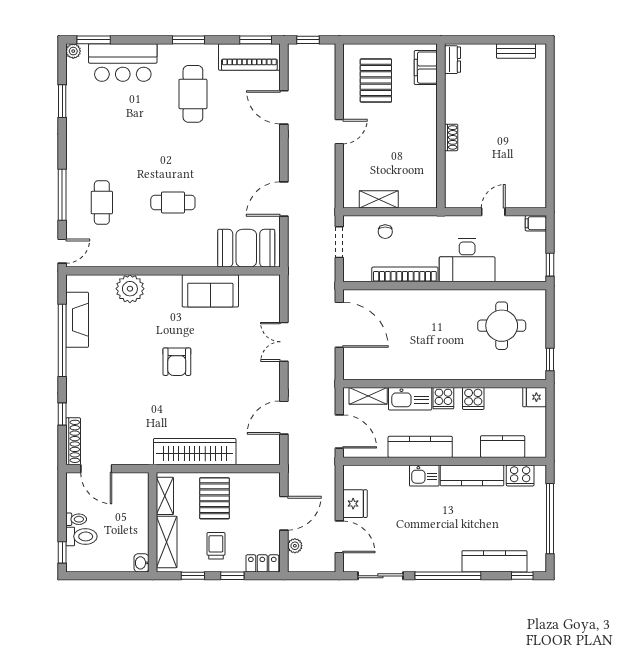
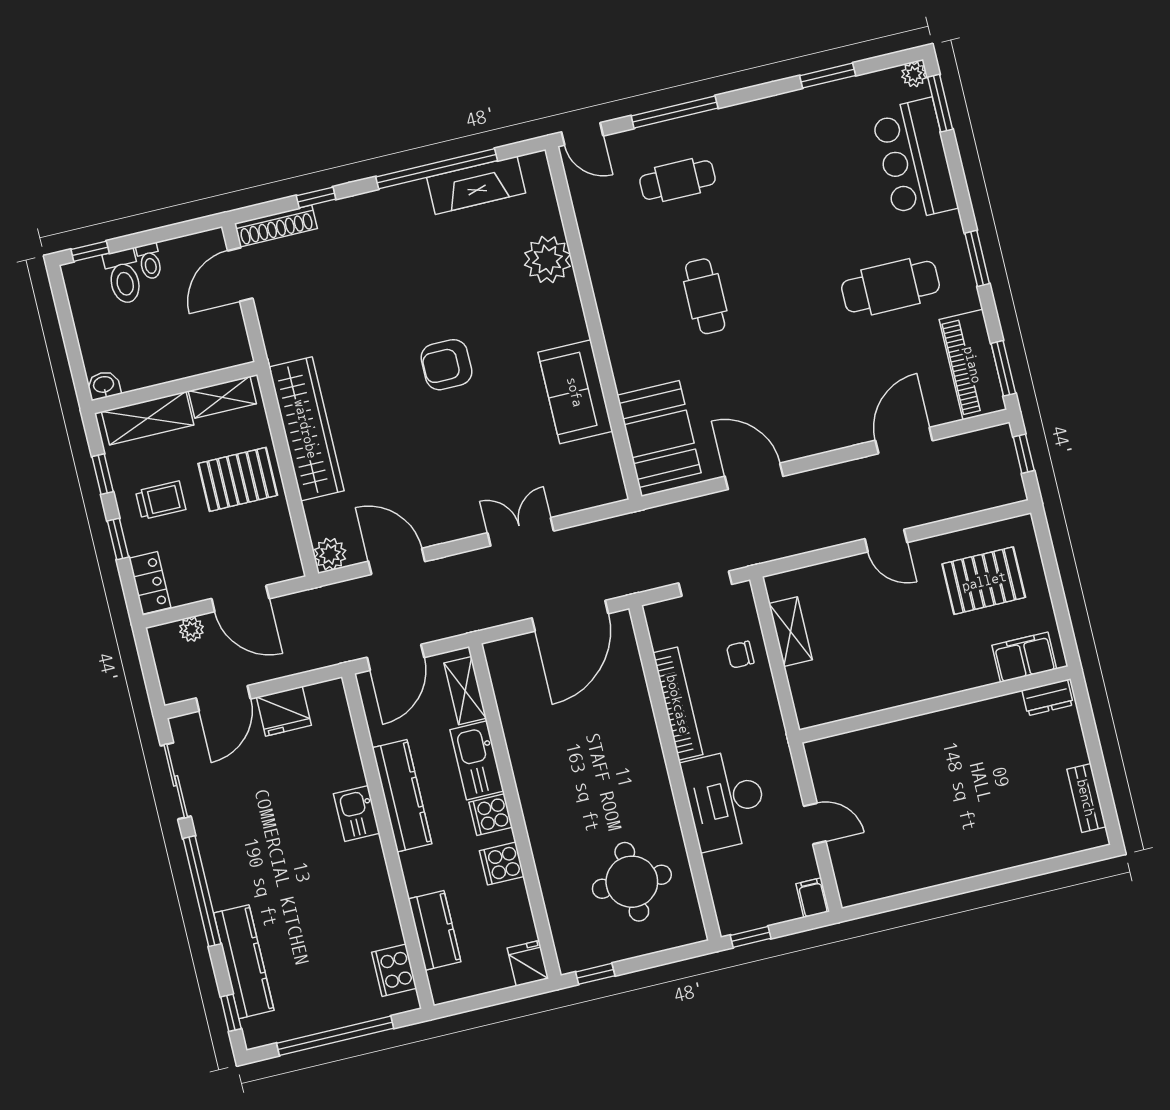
shoe rack: (451, 137) -> (920, 726), removed
plant: (270, 455) -> (330, 554), added
kitchen counter: (472, 475) -> (375, 892), removed

